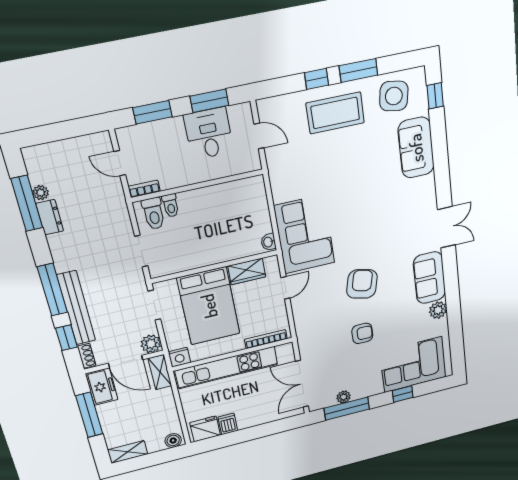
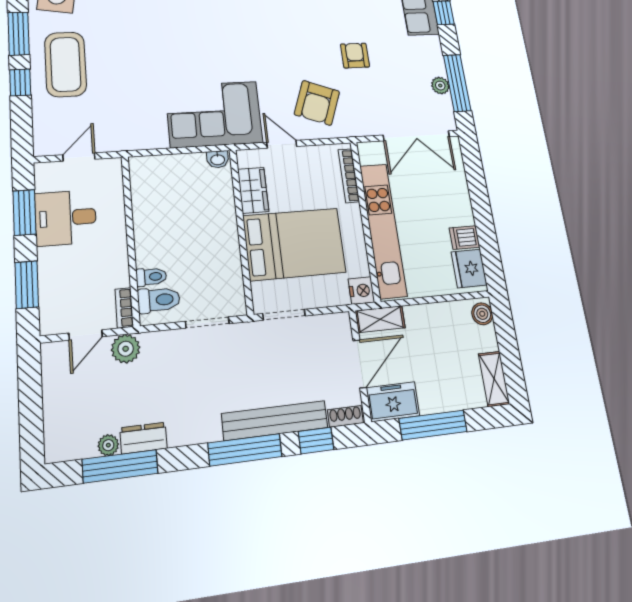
armchair: (362, 284) -> (317, 103), moved, turned -83
plant: (151, 344) -> (126, 349), moved

